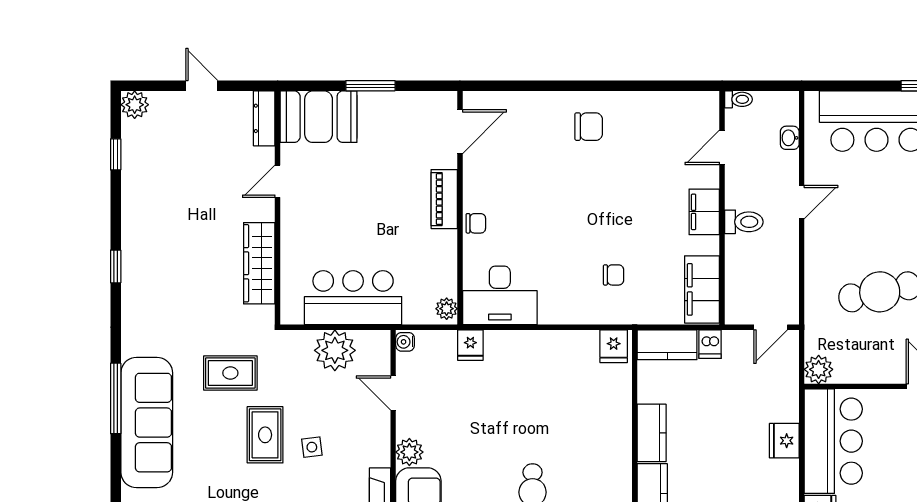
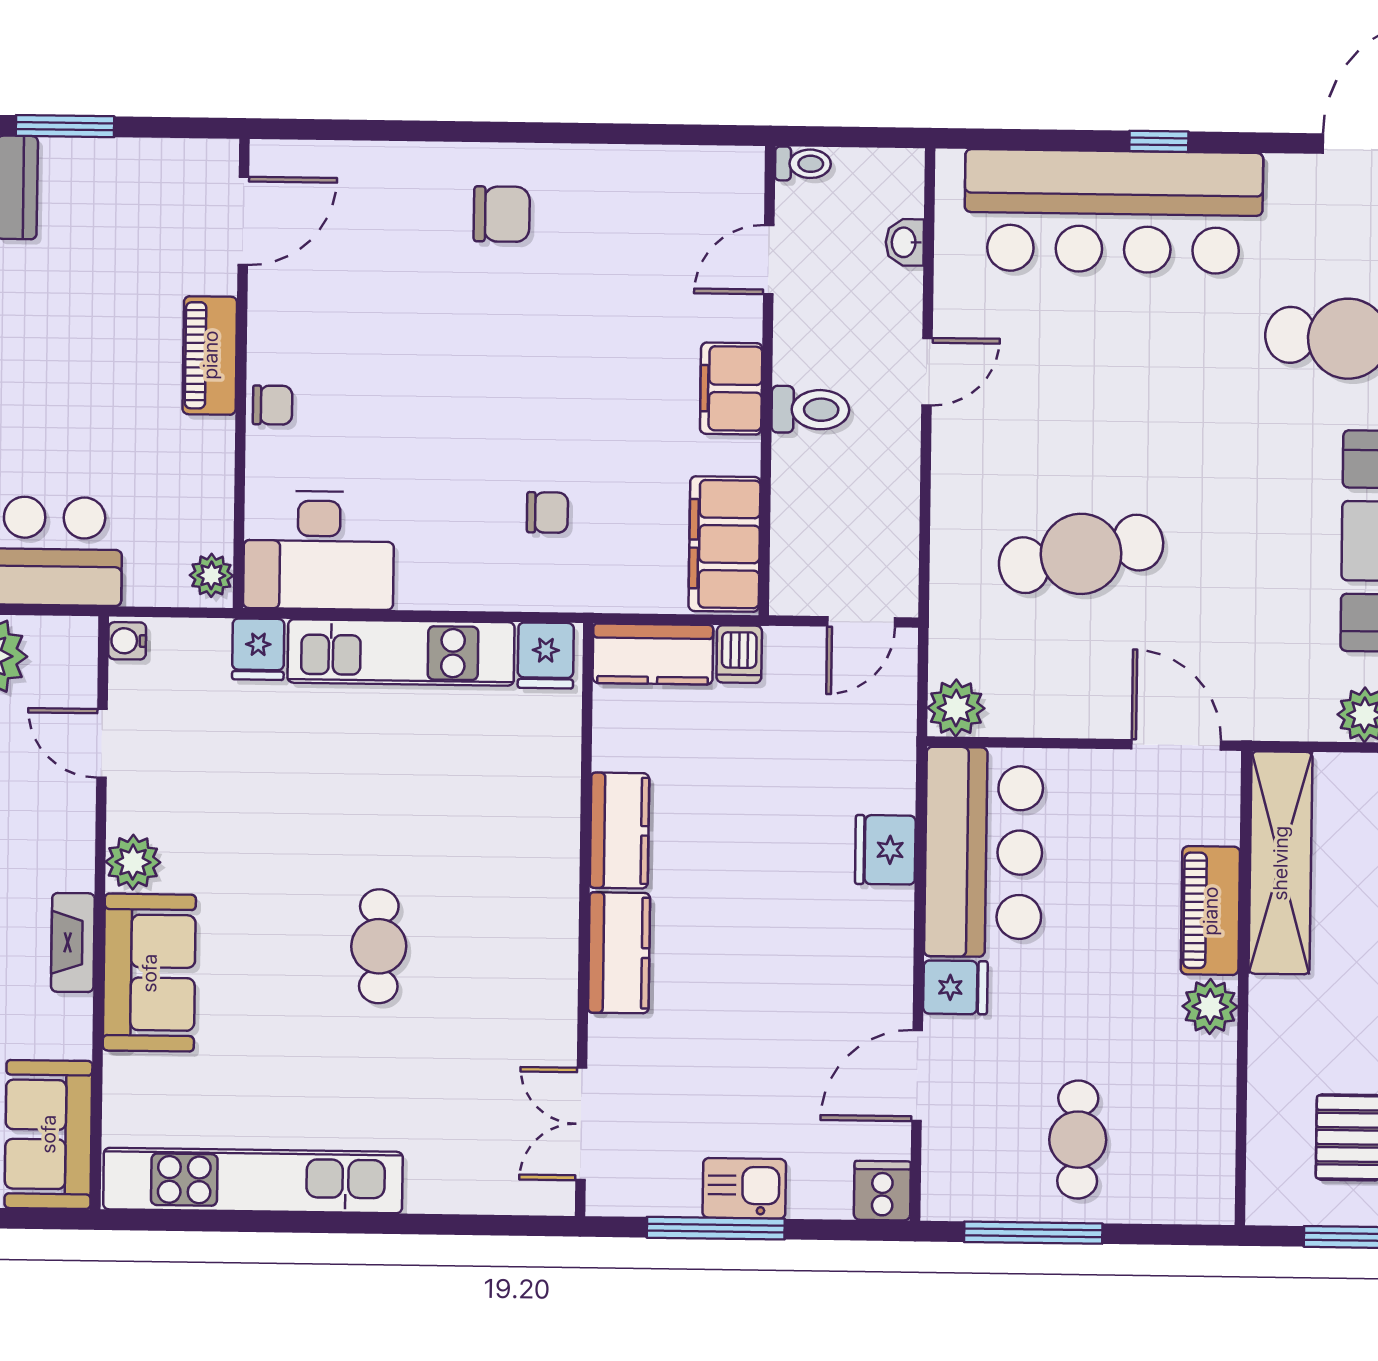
kitchen unit: (542, 346) -> (401, 652), added

